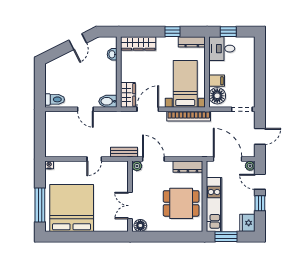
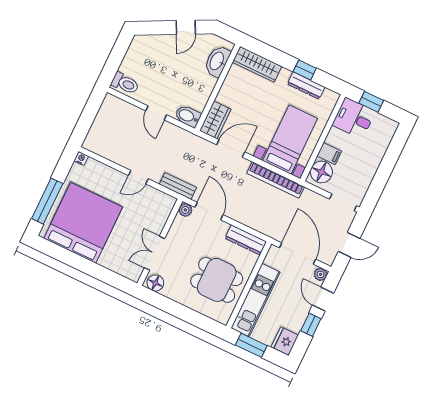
dresser: (192, 42) -> (306, 86), moved
washbasin: (112, 54) -> (217, 61), width x1.91, depth x1.45

